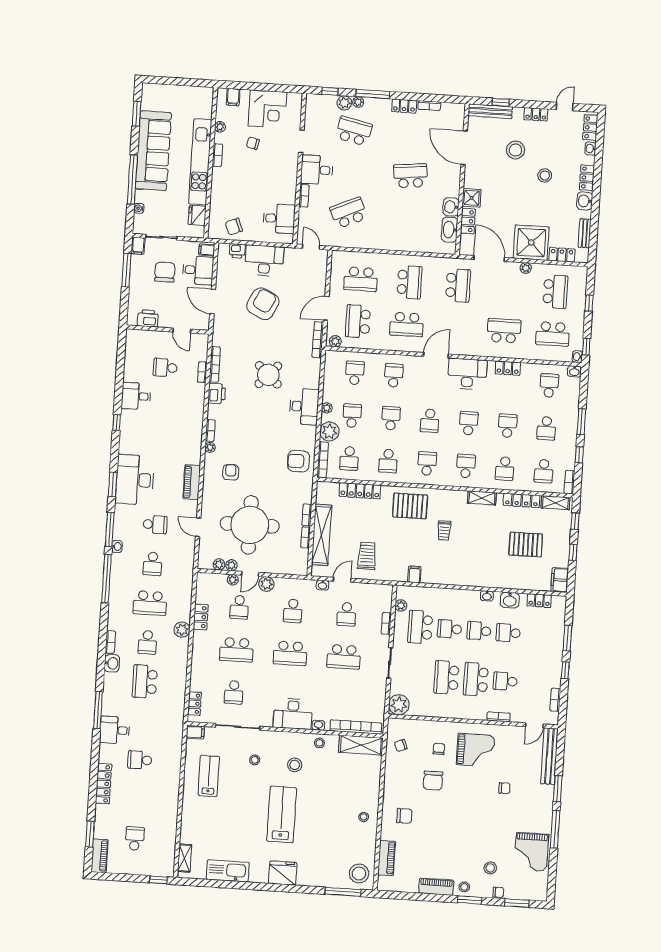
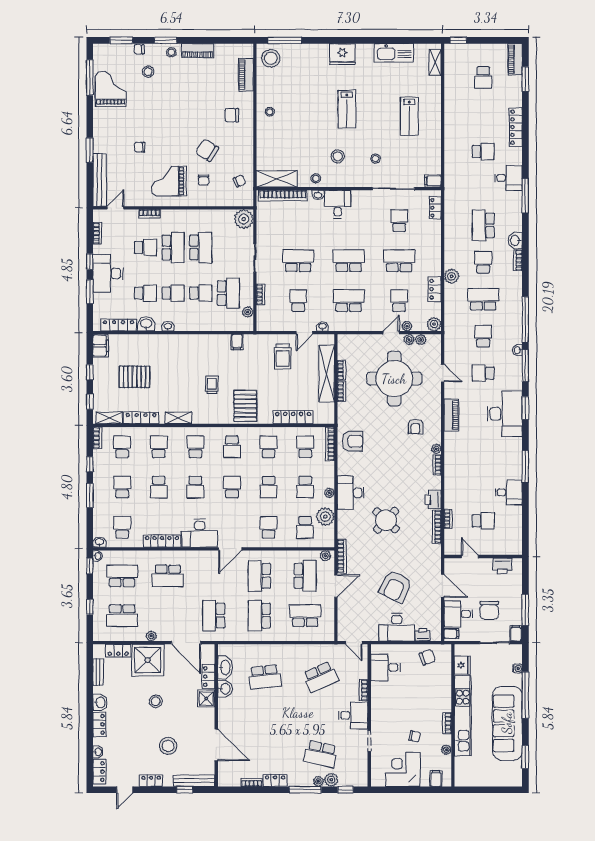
stool: (545, 175) -> (156, 701), moved
school desk: (410, 176) -> (265, 677), moved
school desk: (555, 292) -> (122, 616), turned -90
school desk: (407, 324) -> (259, 576), turned -90
locker: (508, 368) -> (162, 541), width x1.53
school desk: (394, 375) -> (269, 527), turned 180
school desk: (549, 385) -> (122, 527), turned 180
window: (117, 423) -> (525, 466), width x2.17
plant: (329, 431) -> (325, 517), moved
school desk: (466, 466) -> (195, 447), turned 180
pallet: (410, 506) -> (245, 406), turned 90
plant: (266, 584) -> (434, 324), moved
locker: (539, 600) -> (118, 325), width x1.53
school desk: (293, 611) -> (349, 301), width x1.85
desk: (547, 656) -> (108, 273), added
school desk: (145, 682) -> (483, 225), turned 180
desk: (293, 714) -> (338, 204), width x0.73
lab bench: (209, 776) -> (409, 116), moved
chair: (433, 780) -> (207, 150), turned -57
lab bench: (282, 814) -> (347, 109), width x0.73, depth x0.72
window: (555, 829) -> (90, 77), moved

